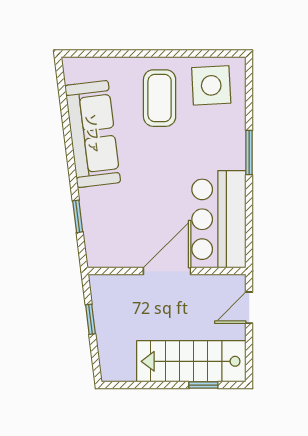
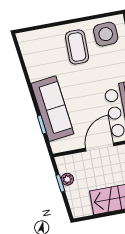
sofa: (93, 134) -> (52, 109), moved
plant: (103, 315) -> (67, 179), added

